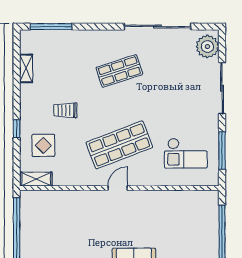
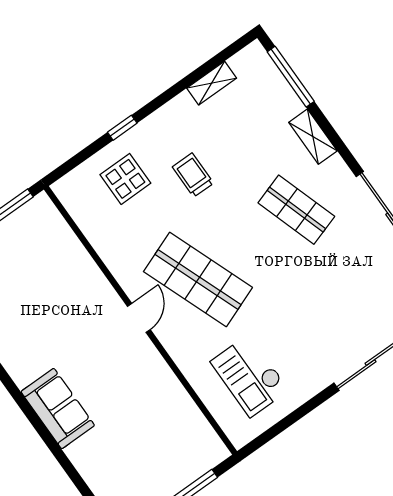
window: (222, 151) -> (288, 422), removed
shelving: (36, 179) -> (313, 137), moved
door: (118, 188) -> (139, 318), hinge flipped

